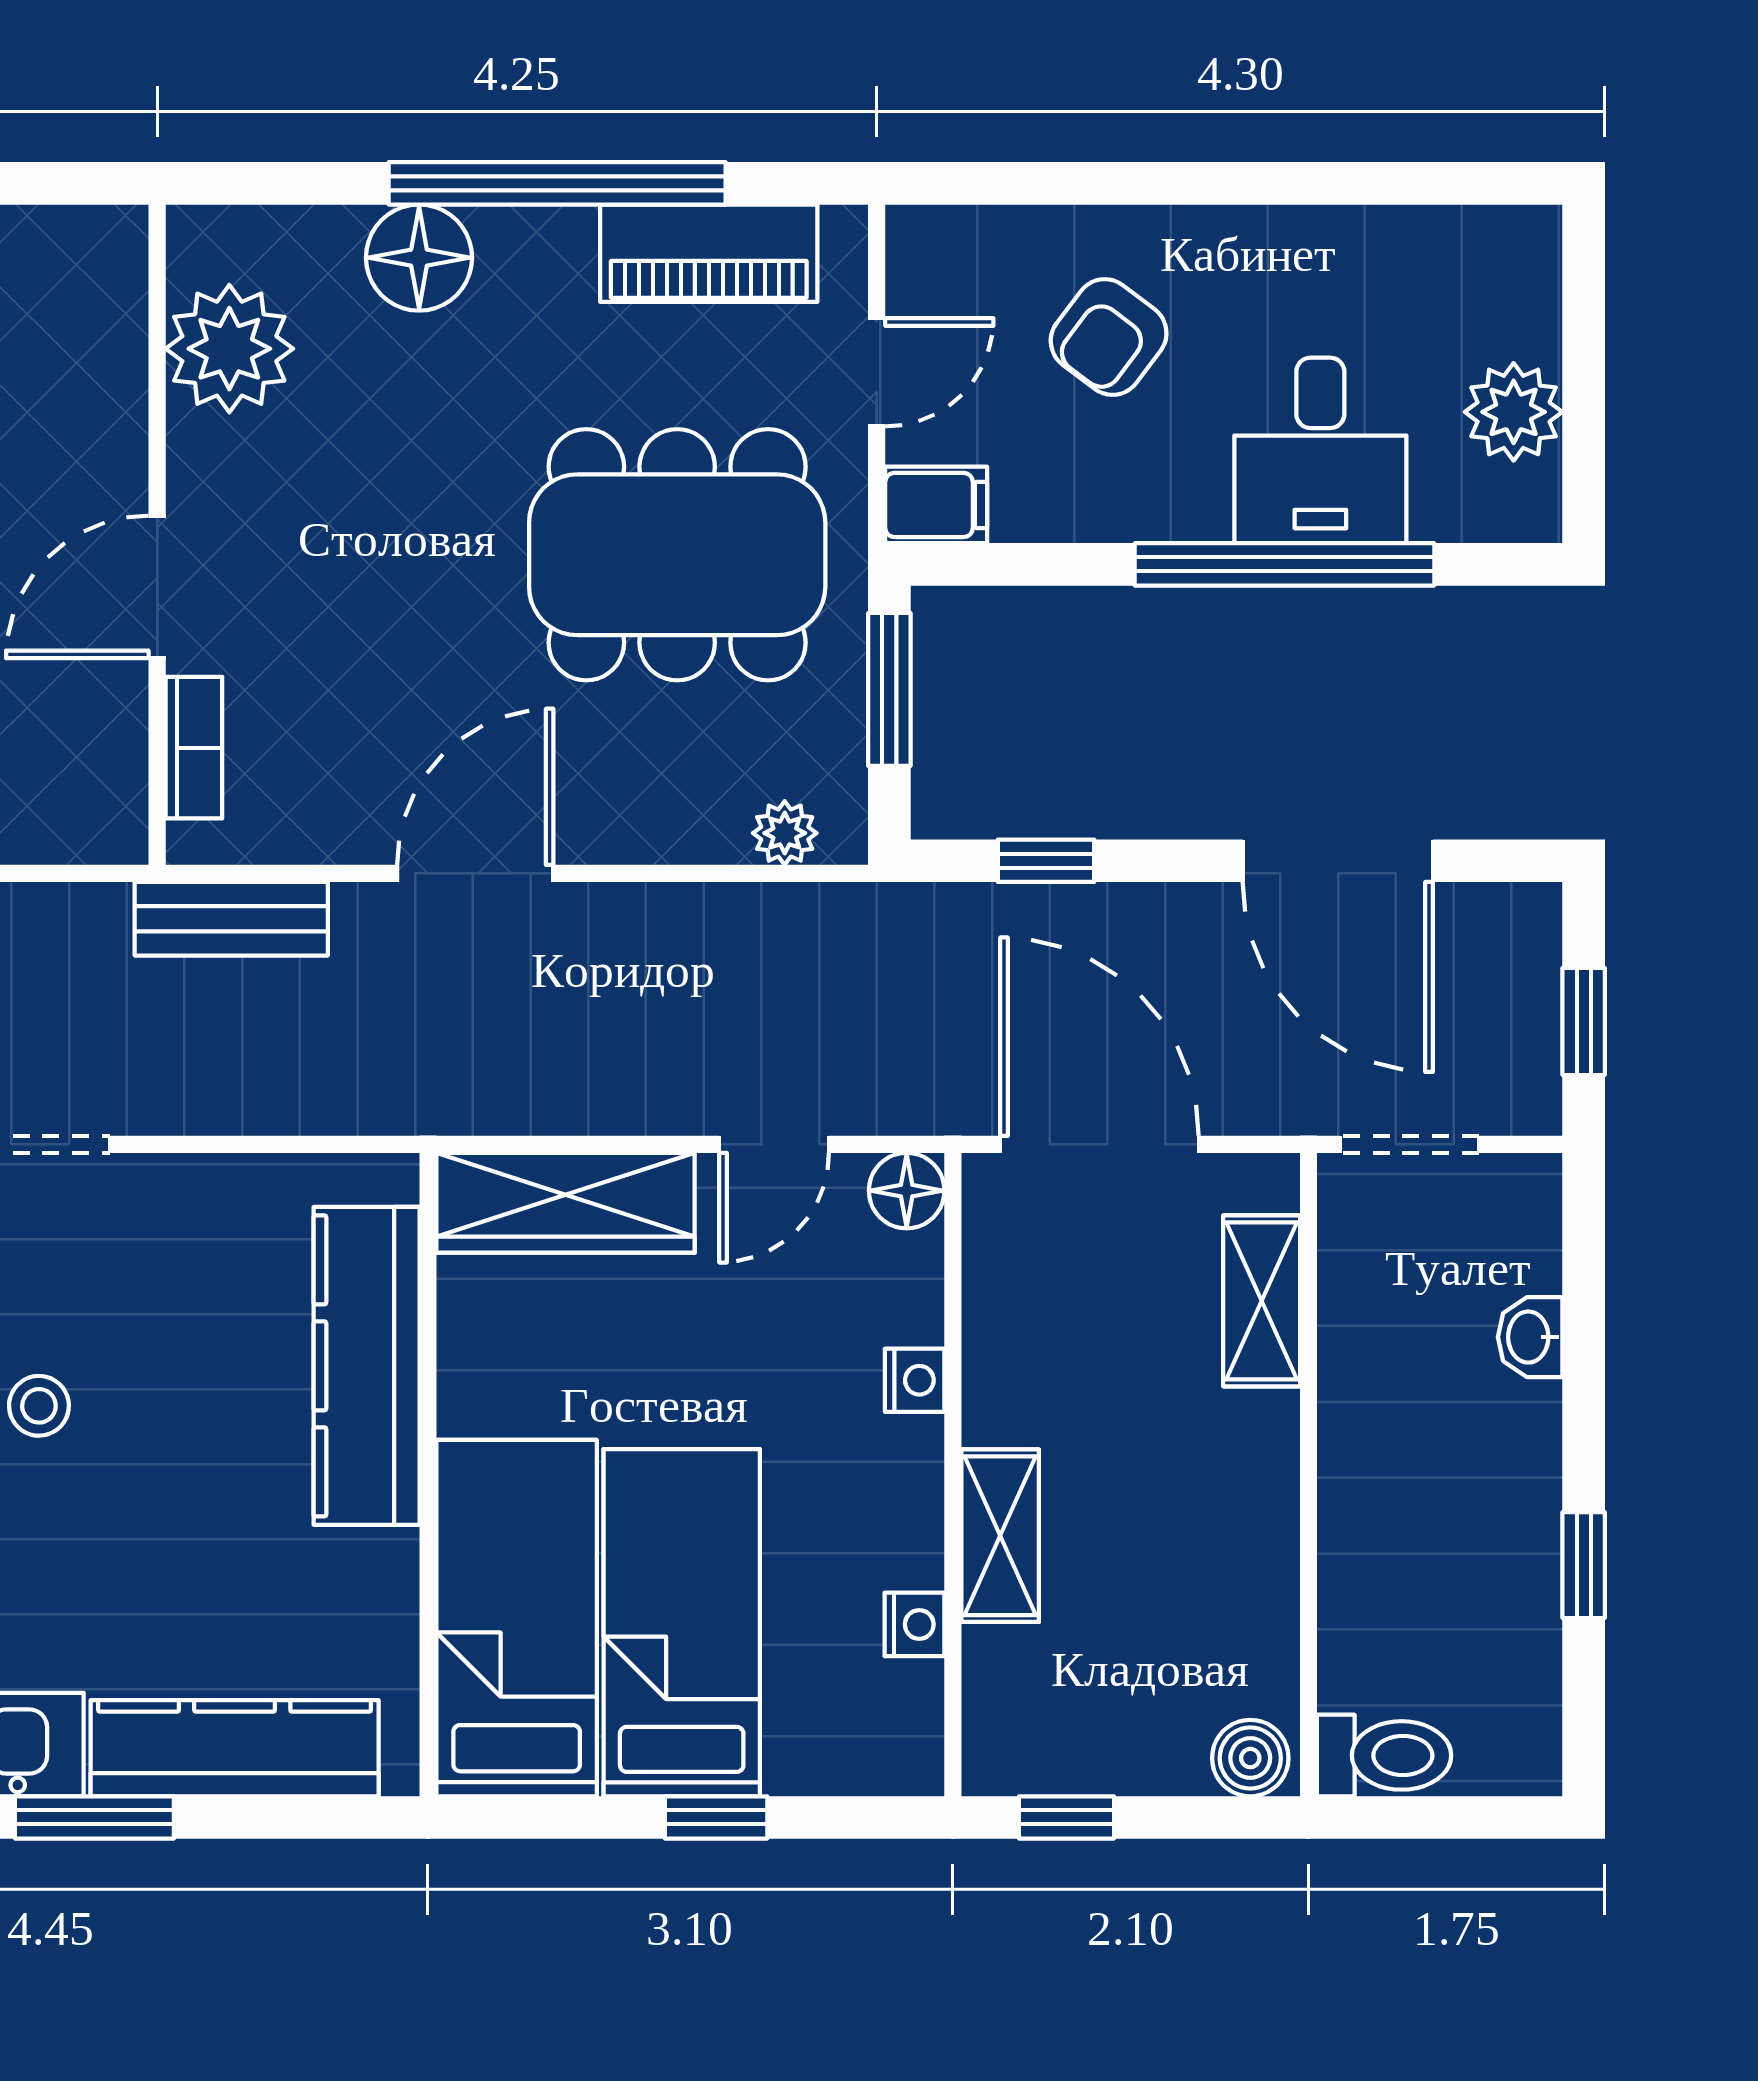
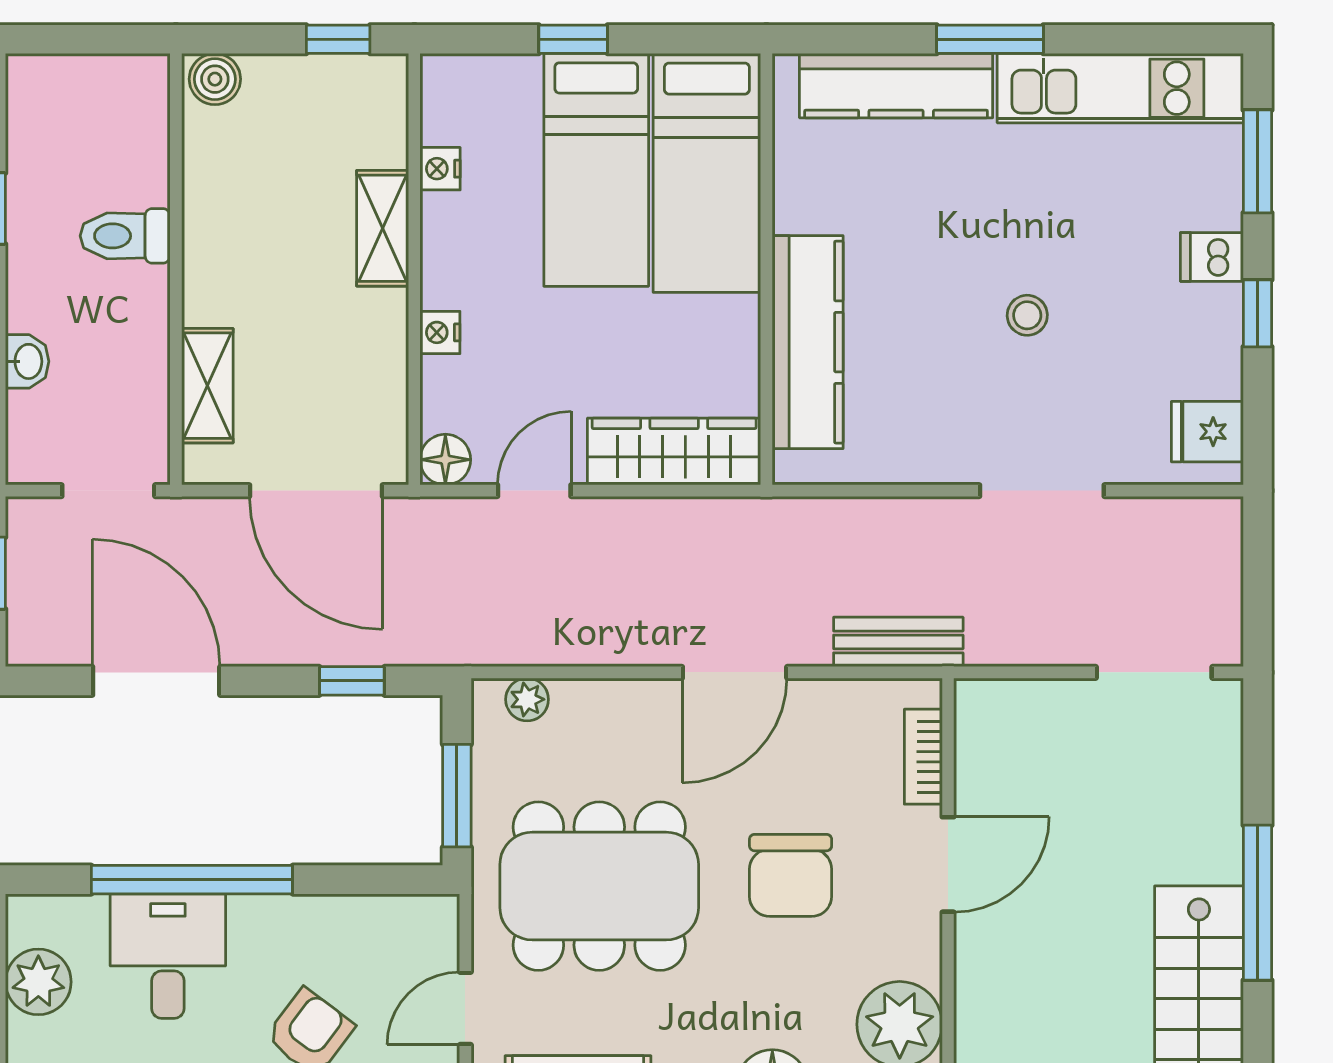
filing cabinet: (936, 505) -> (426, 919), removed
chair: (392, 571) -> (791, 875), added
toilet: (1384, 1755) -> (125, 236), moved

